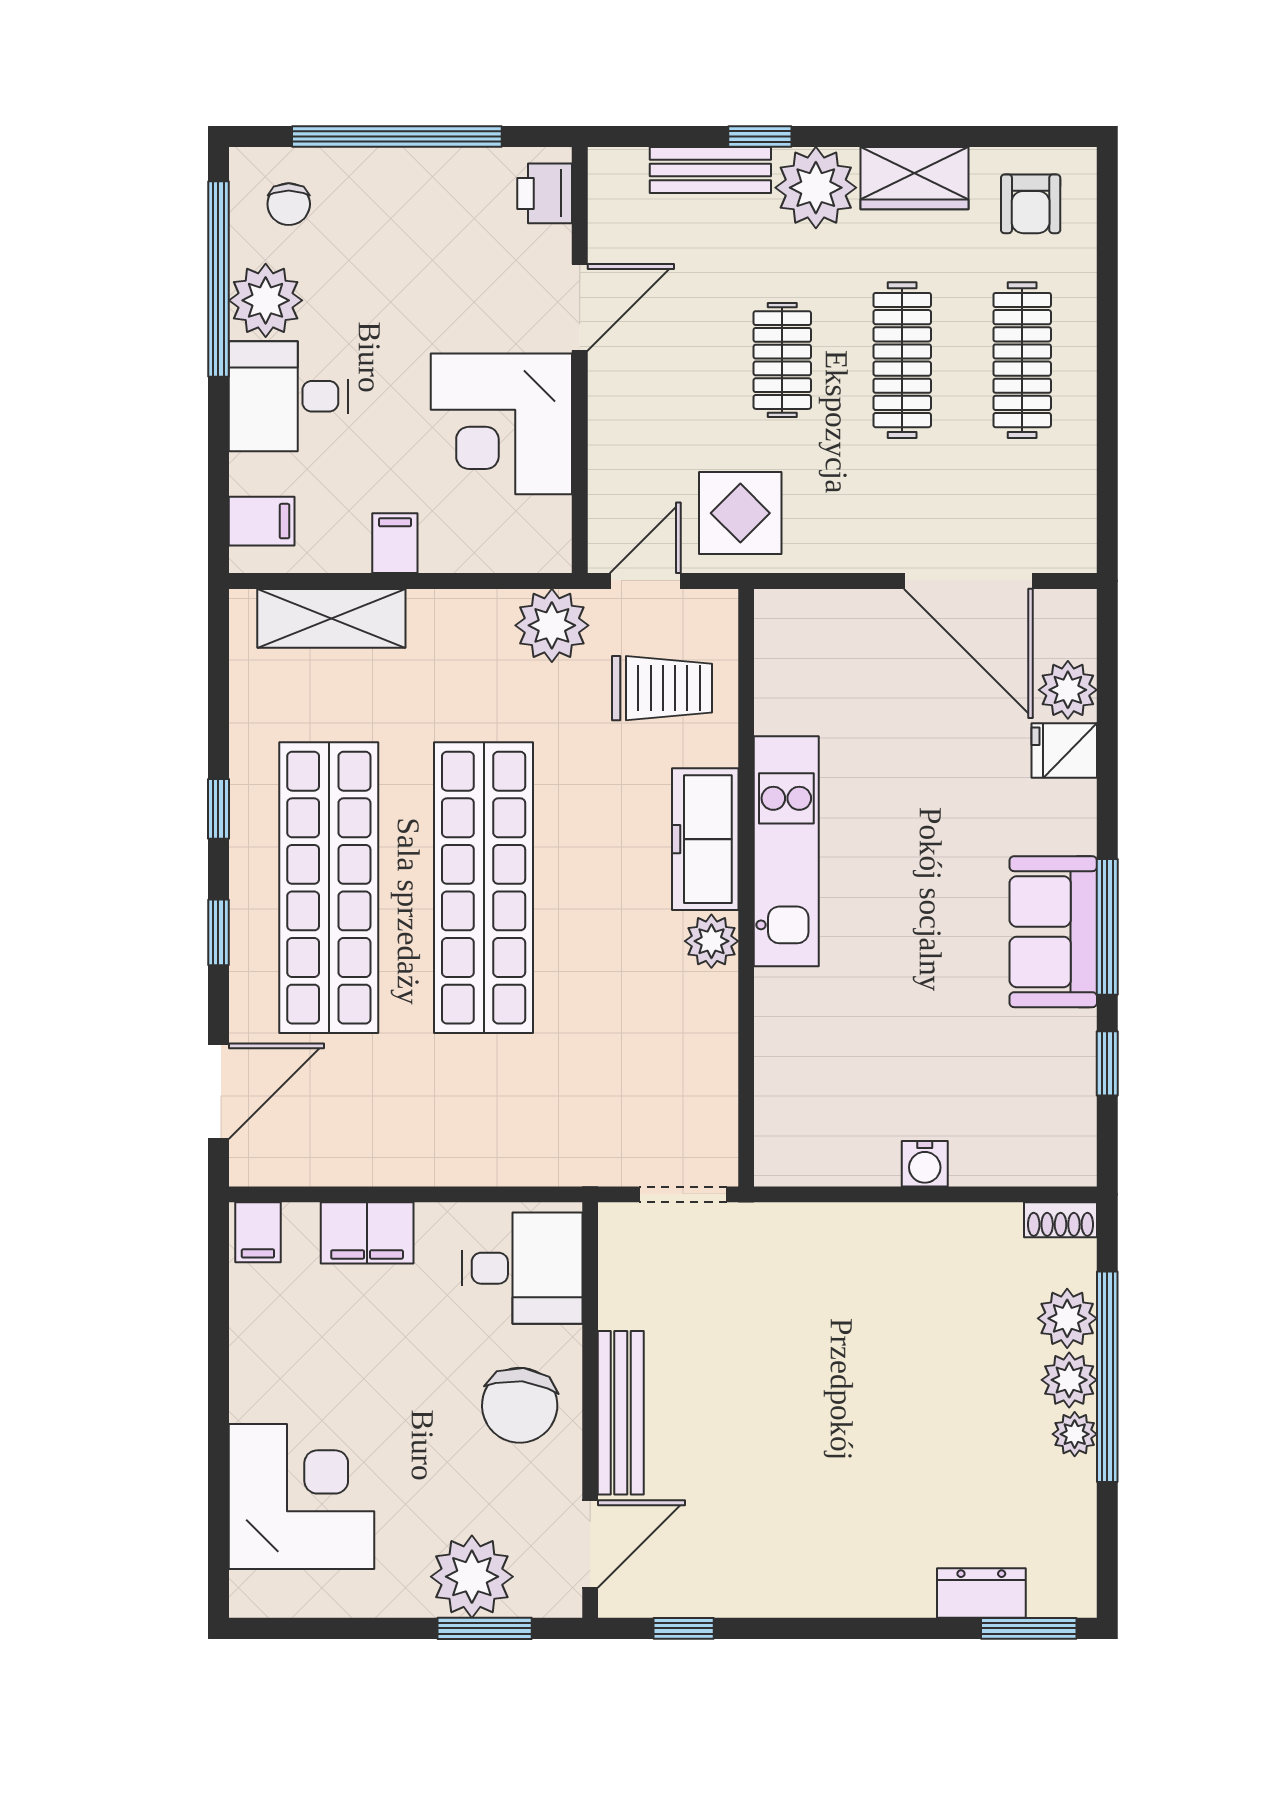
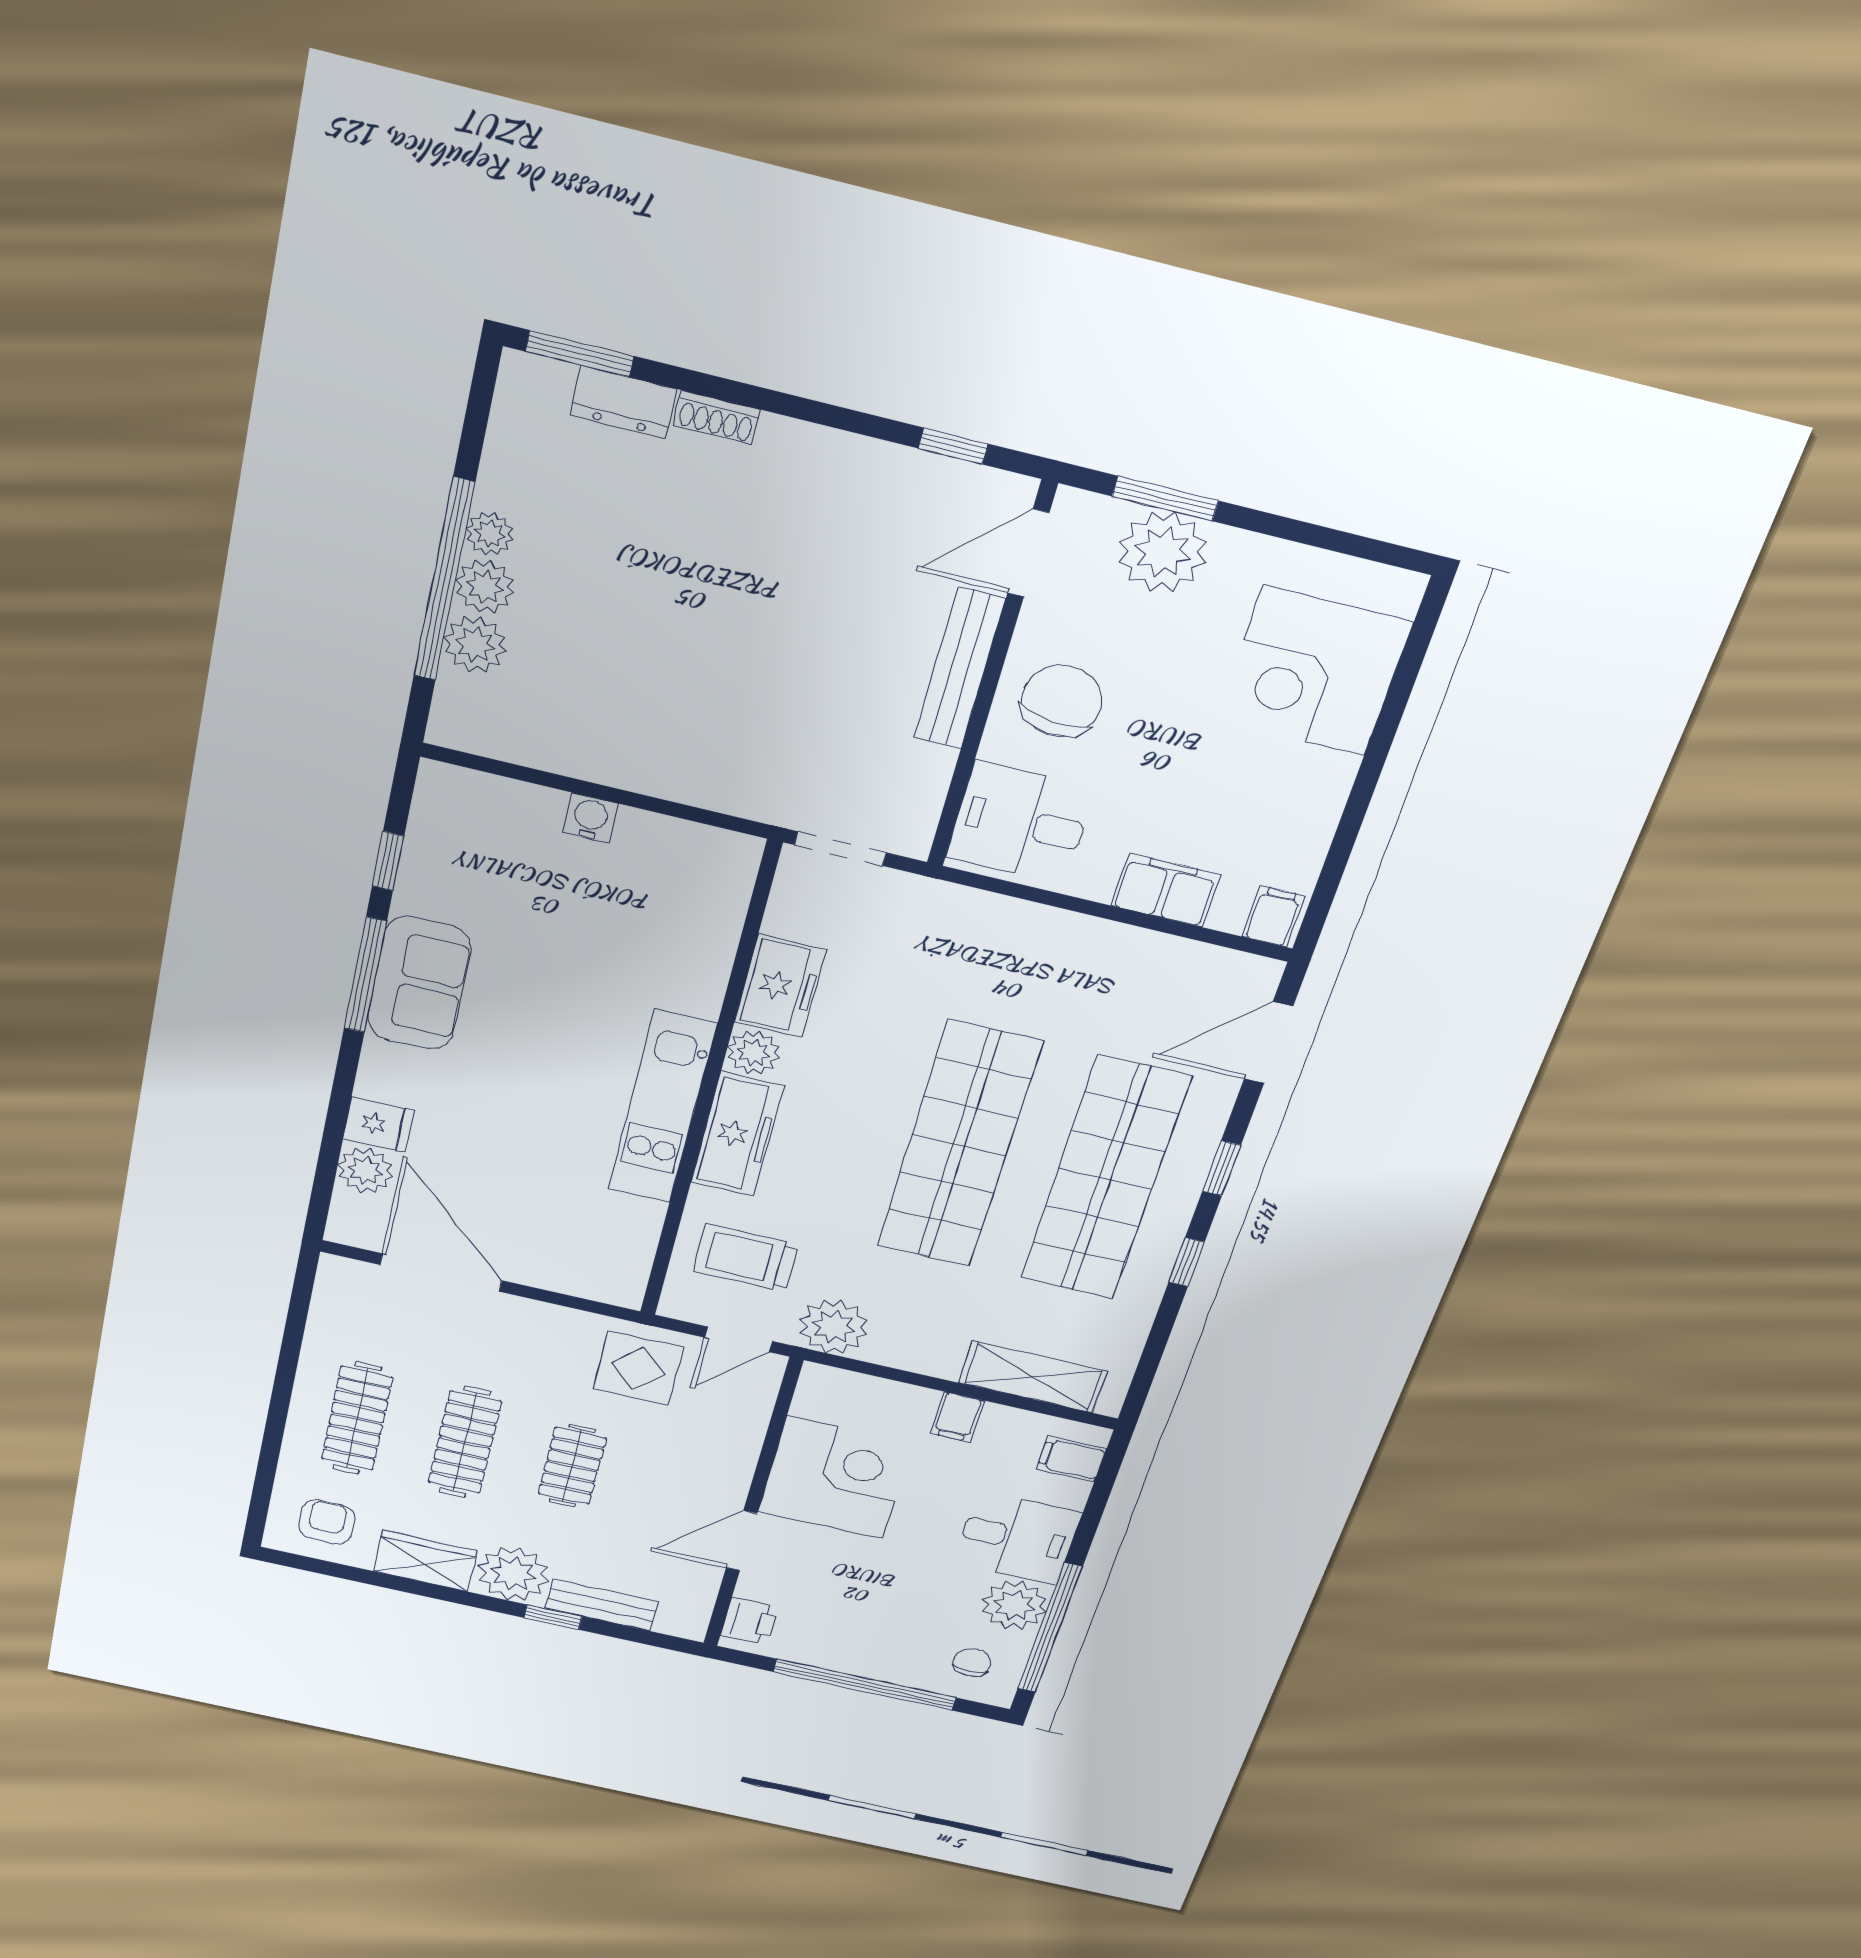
freezer: (703, 1026) -> (780, 986), added
shoe rack: (1061, 1220) -> (717, 418), moved, turned 180

